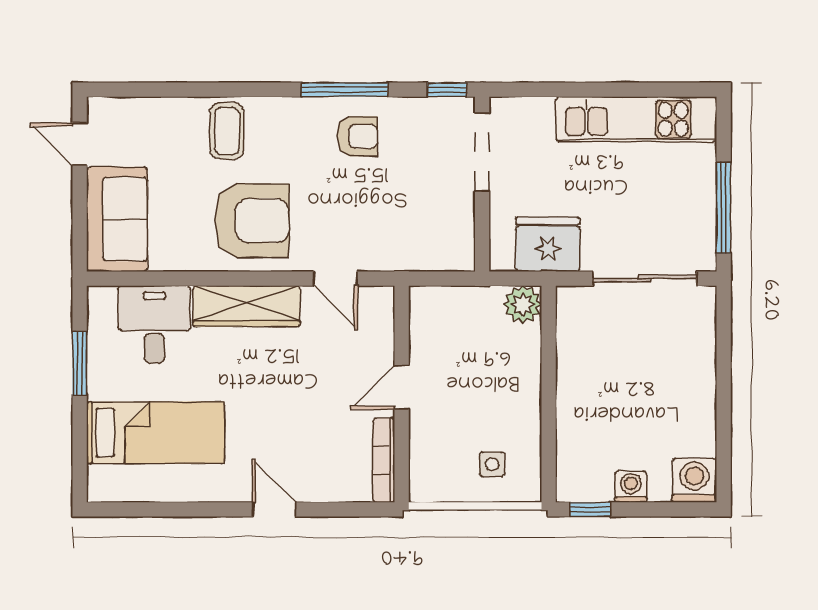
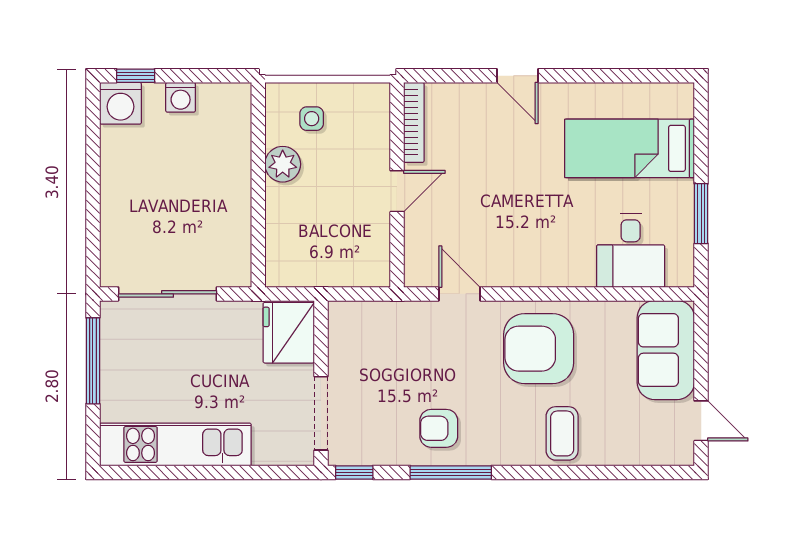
fridge: (548, 244) -> (289, 333), moved, turned 90
plant: (523, 304) -> (283, 164), moved
wardrobe: (246, 306) -> (544, 268), removed
window: (590, 509) -> (136, 76), moved

